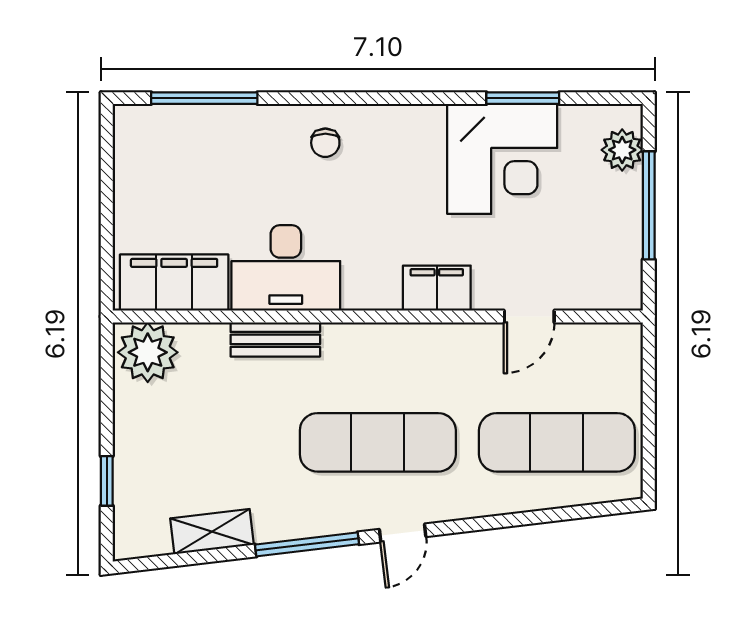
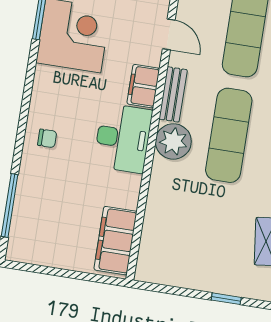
desk: (286, 268) -> (123, 138), moved
bench: (275, 339) -> (173, 94), moved
plant: (148, 352) -> (173, 141), moved

